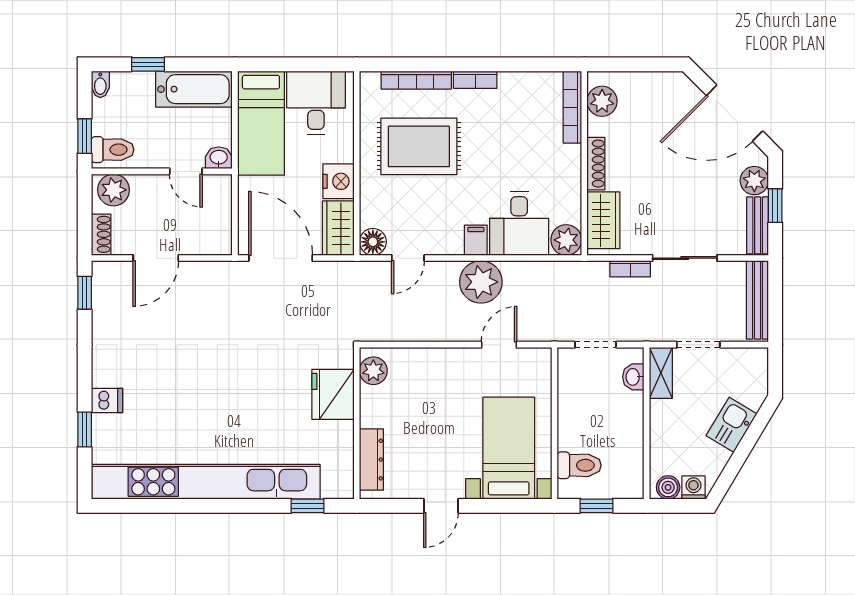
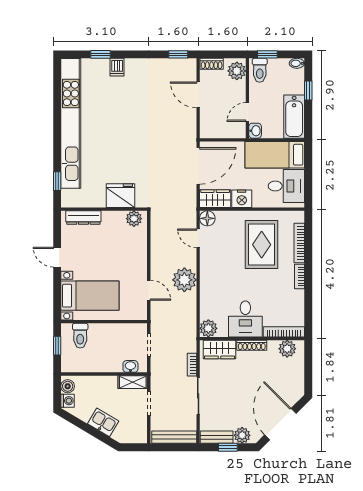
desk: (519, 223) -> (245, 319), moved, turned -90
filing cabinet: (476, 240) -> (208, 277), removed

